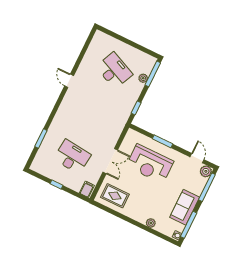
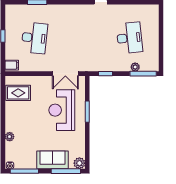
desk: (114, 71) -> (129, 38), turned -30
door: (197, 158) -> (87, 150), removed
double door: (110, 161) -> (65, 74), moved
rug: (115, 196) -> (18, 93), turned 90
sofa: (185, 207) -> (52, 160), moved

